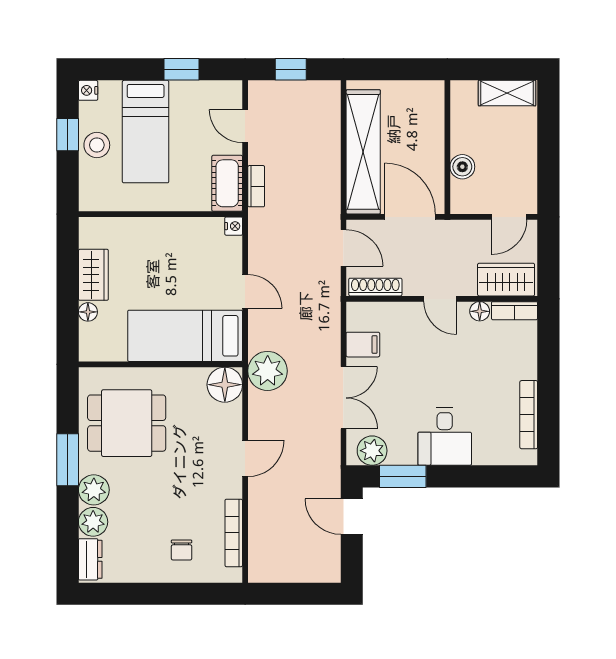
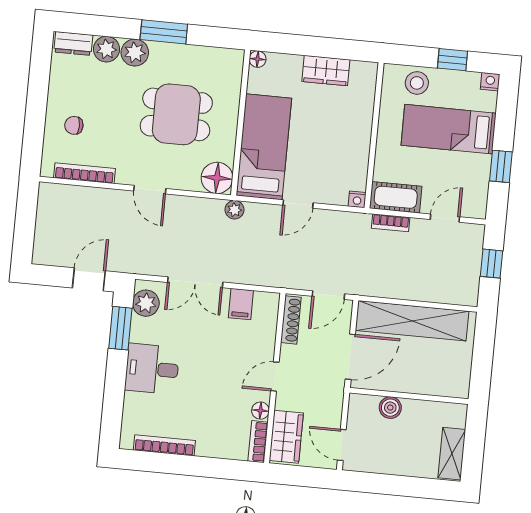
stool: (97, 145) -> (417, 83), moved
floor lamp: (88, 312) -> (258, 59), moved
plant: (268, 371) -> (235, 210), width x0.53, depth x0.53
dining table: (127, 423) -> (176, 114), moved, turned 90

